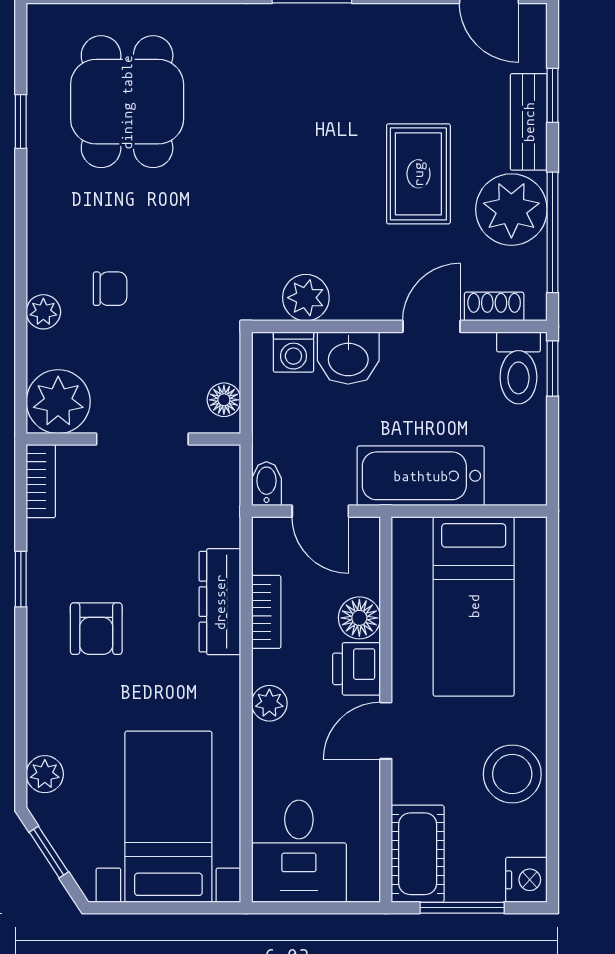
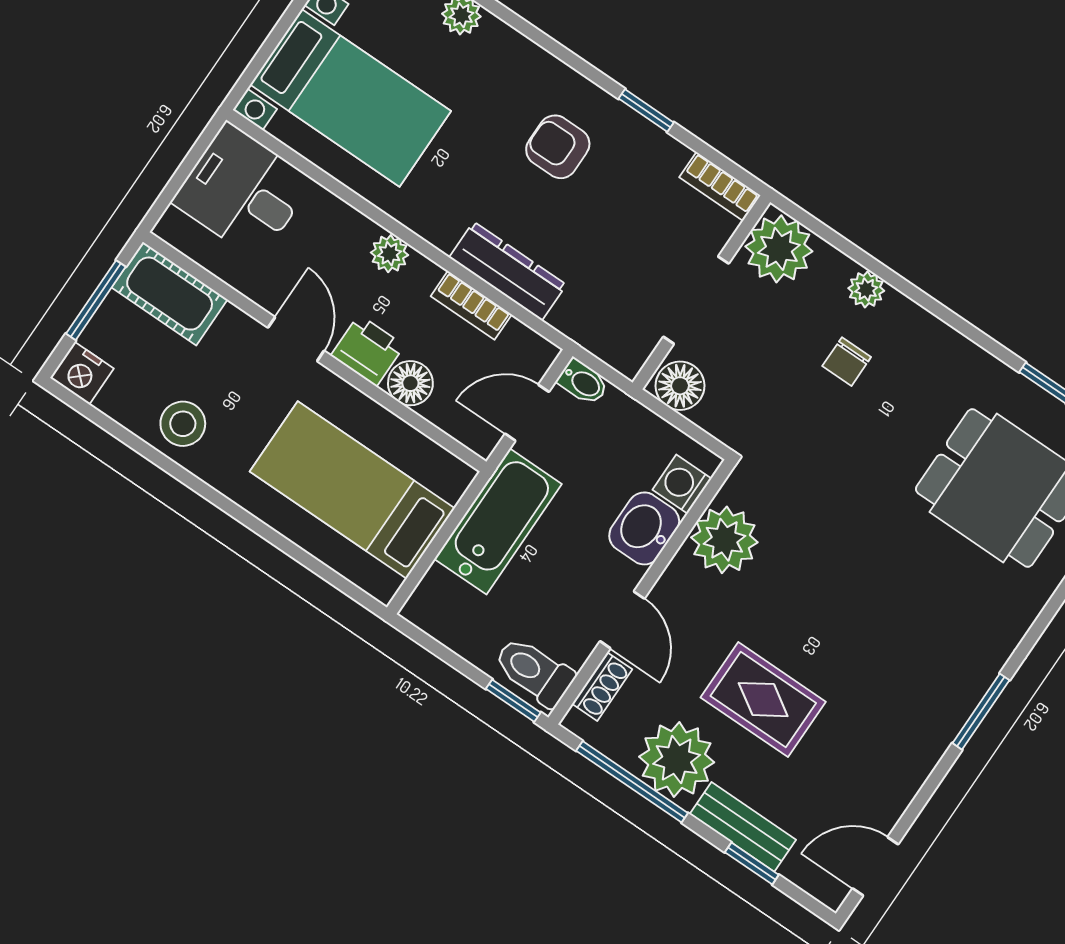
plant: (306, 298) -> (724, 540), width x1.36, depth x1.36
floor lamp: (224, 400) -> (680, 386), width x1.37, depth x1.37
stool: (512, 774) -> (183, 424), width x0.73, depth x0.73

